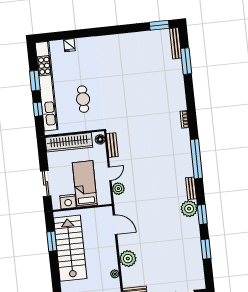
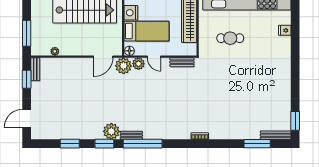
floor lamp: (100, 139) -> (129, 51), moved
window: (196, 159) -> (143, 144), moved
plant: (128, 259) -> (123, 66), moved

